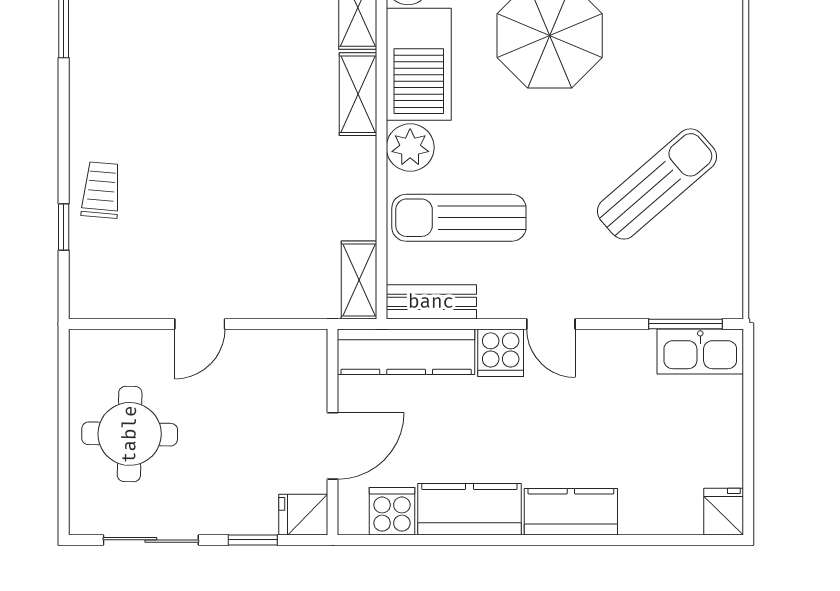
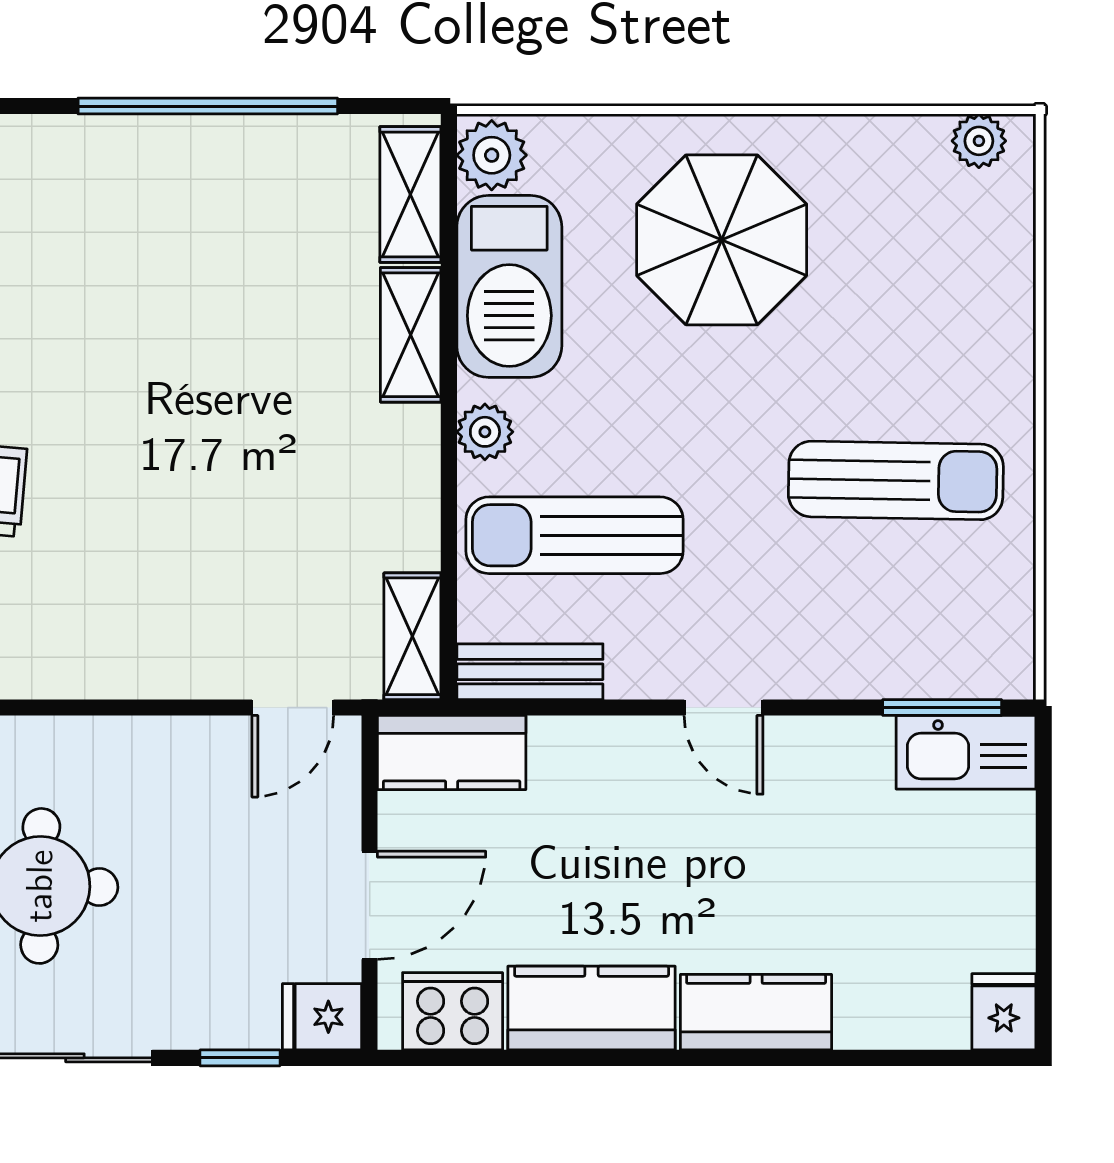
plant: (410, 147) -> (485, 432), width x0.73, depth x0.73
sun lounger: (657, 184) -> (896, 480), turned 42
door: (200, 324) -> (293, 708), moved
kitchen counter: (406, 352) -> (452, 753), width x0.67
cooker: (501, 353) -> (642, 754), removed
cooker: (392, 511) -> (453, 1011), width x1.36

